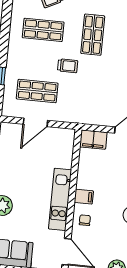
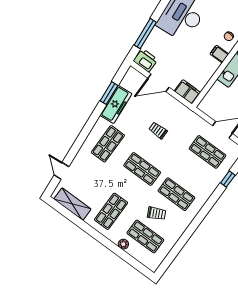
shop shelf: (93, 35) -> (142, 169), turned 90
trolley: (68, 66) -> (158, 130), moved

